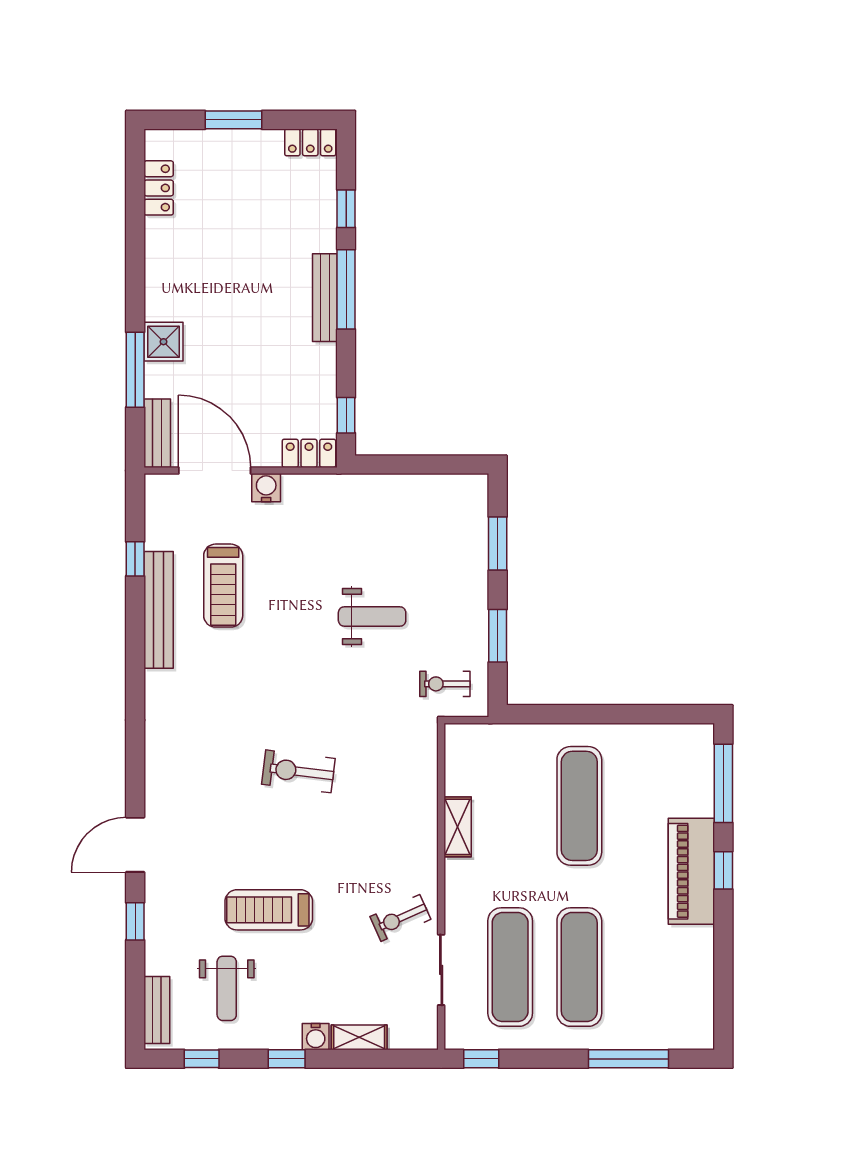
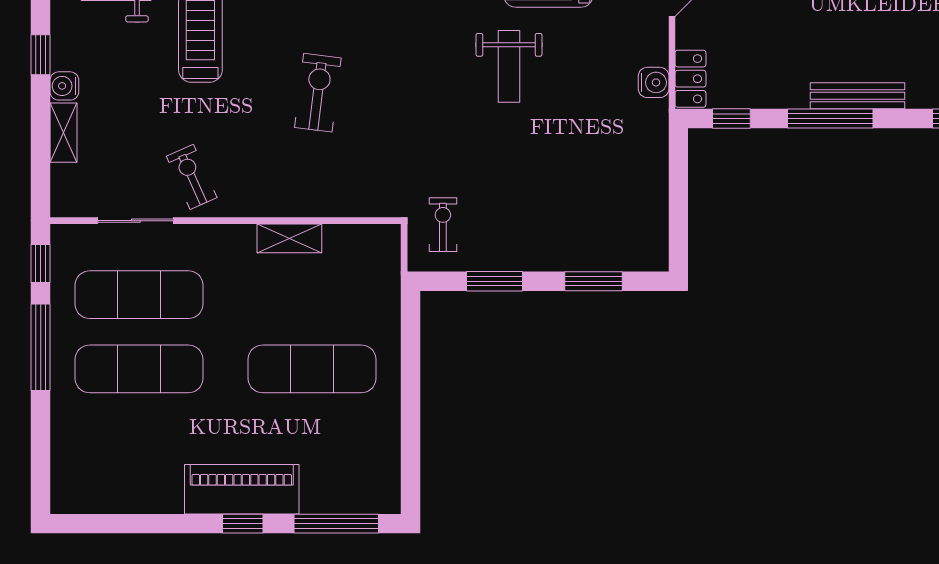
window: (346, 289) -> (830, 119), moved
water cooler: (266, 488) -> (654, 82), moved
weight bench: (372, 616) -> (509, 66), moved
exercise bike: (298, 771) -> (318, 93), moved
window: (628, 1059) -> (41, 347), moved

